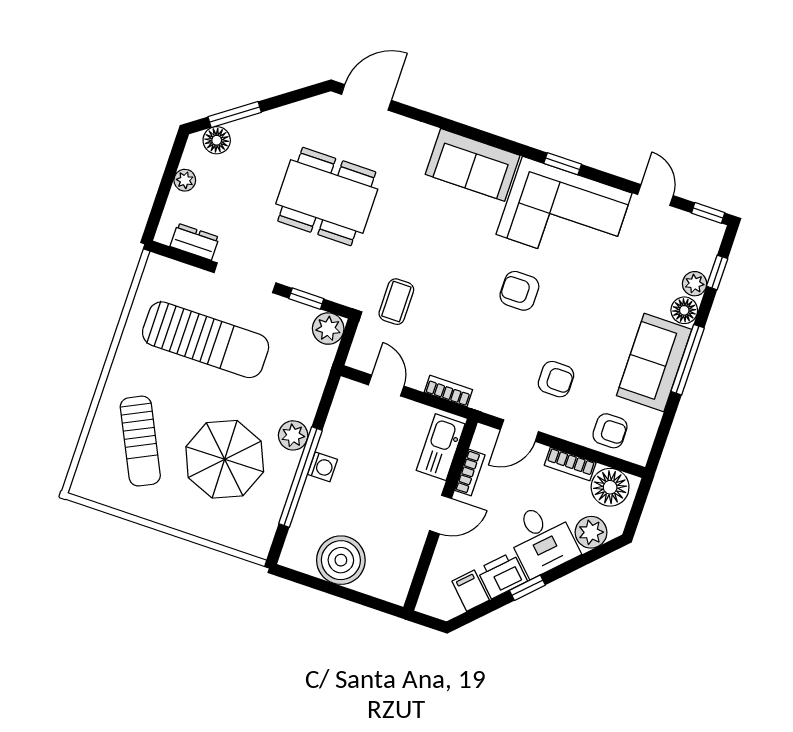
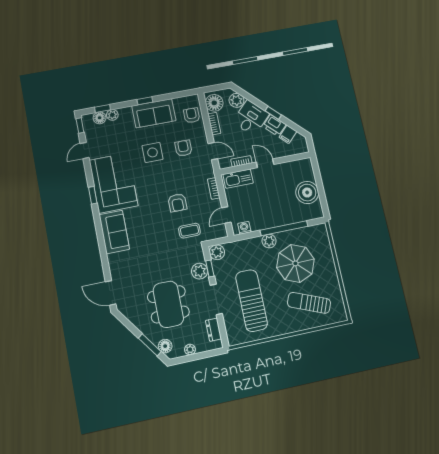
dining table: (327, 197) -> (168, 304), moved
plant: (313, 277) -> (200, 271), added
armchair: (519, 291) -> (177, 203), moved
floor lamp: (684, 310) -> (100, 118), moved
side table: (581, 317) -> (152, 152), added
window: (688, 360) -> (145, 101), width x0.46
sun lounger: (140, 441) -> (309, 303), turned -132
washing machine: (322, 467) -> (244, 228), moved

